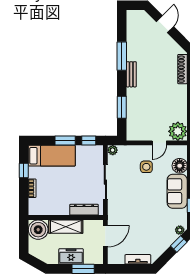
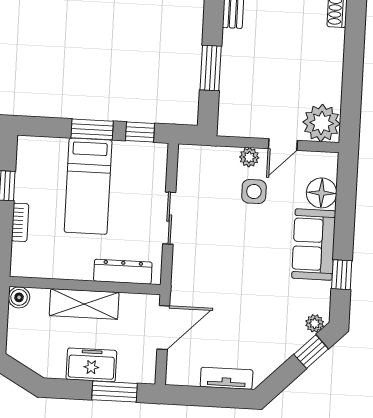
plant: (113, 150) -> (249, 157), moved
bed: (52, 156) -> (88, 186), moved, turned 90
sliding door: (105, 182) -> (169, 218), width x0.73
boiler: (38, 230) -> (19, 297), width x0.54, depth x0.54

